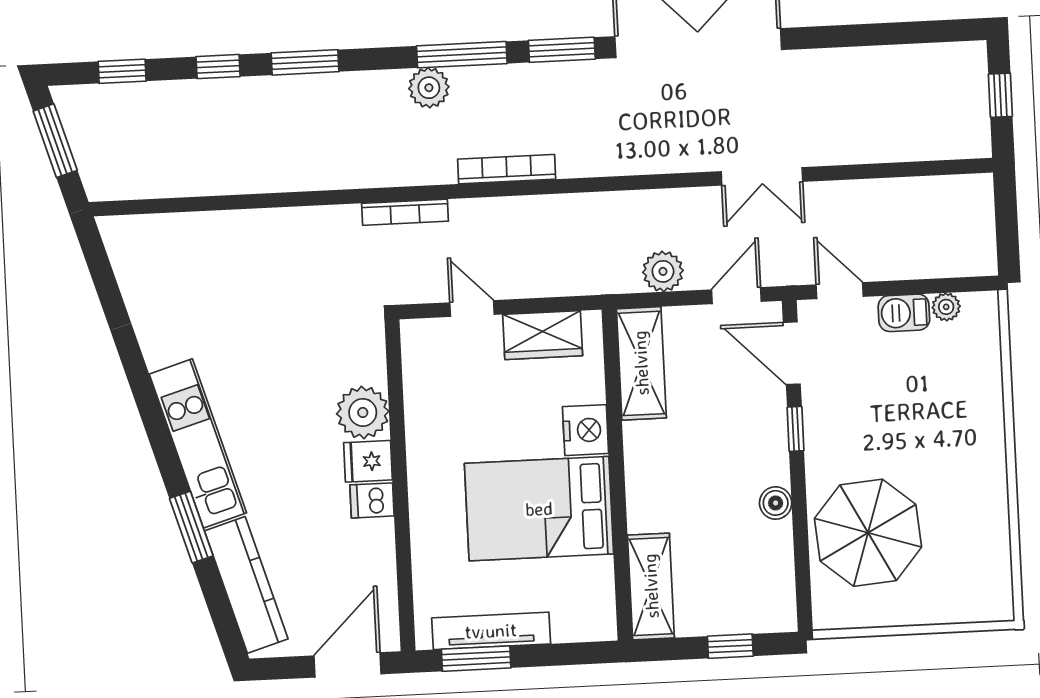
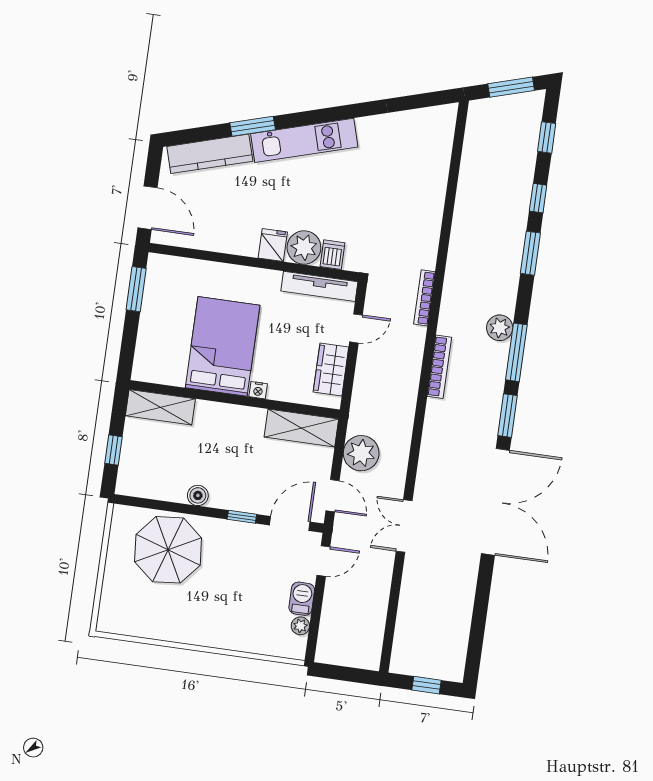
plant: (663, 271) -> (361, 453), width x1.36, depth x1.36
nightstand: (586, 430) -> (258, 390), width x0.53, depth x0.56
dishwasher: (372, 500) -> (333, 255), moved
tv unit: (491, 631) -> (319, 286), moved, turned 90

